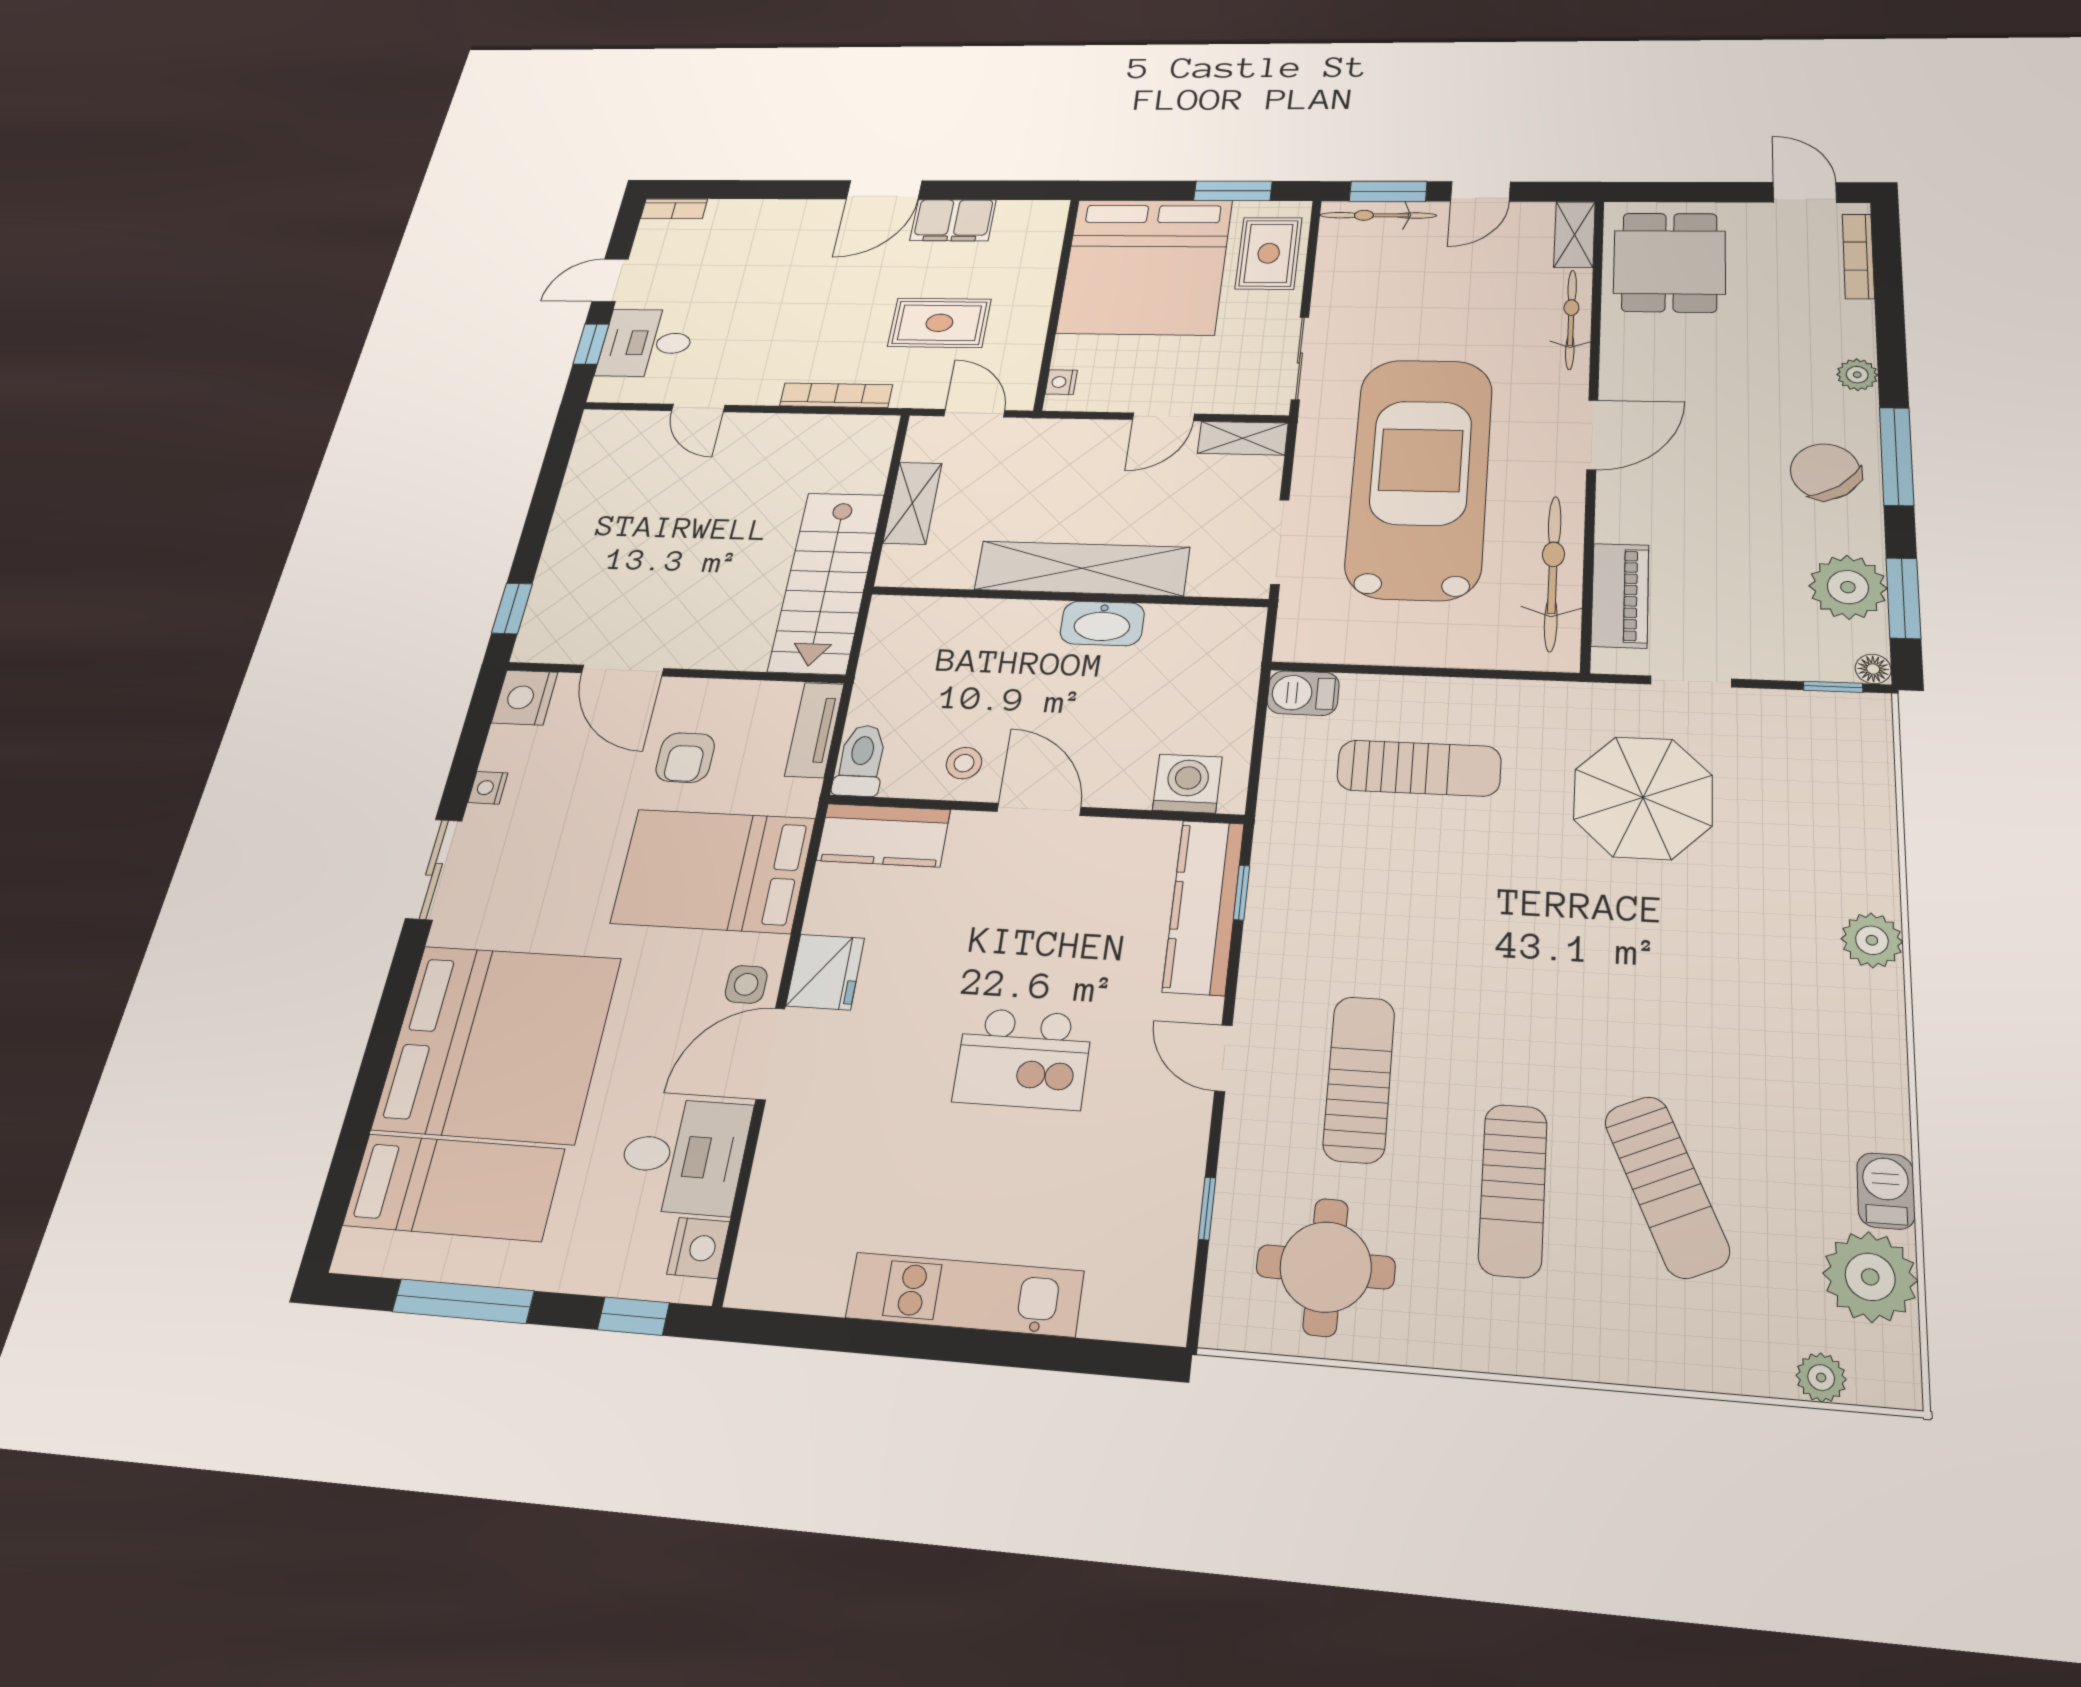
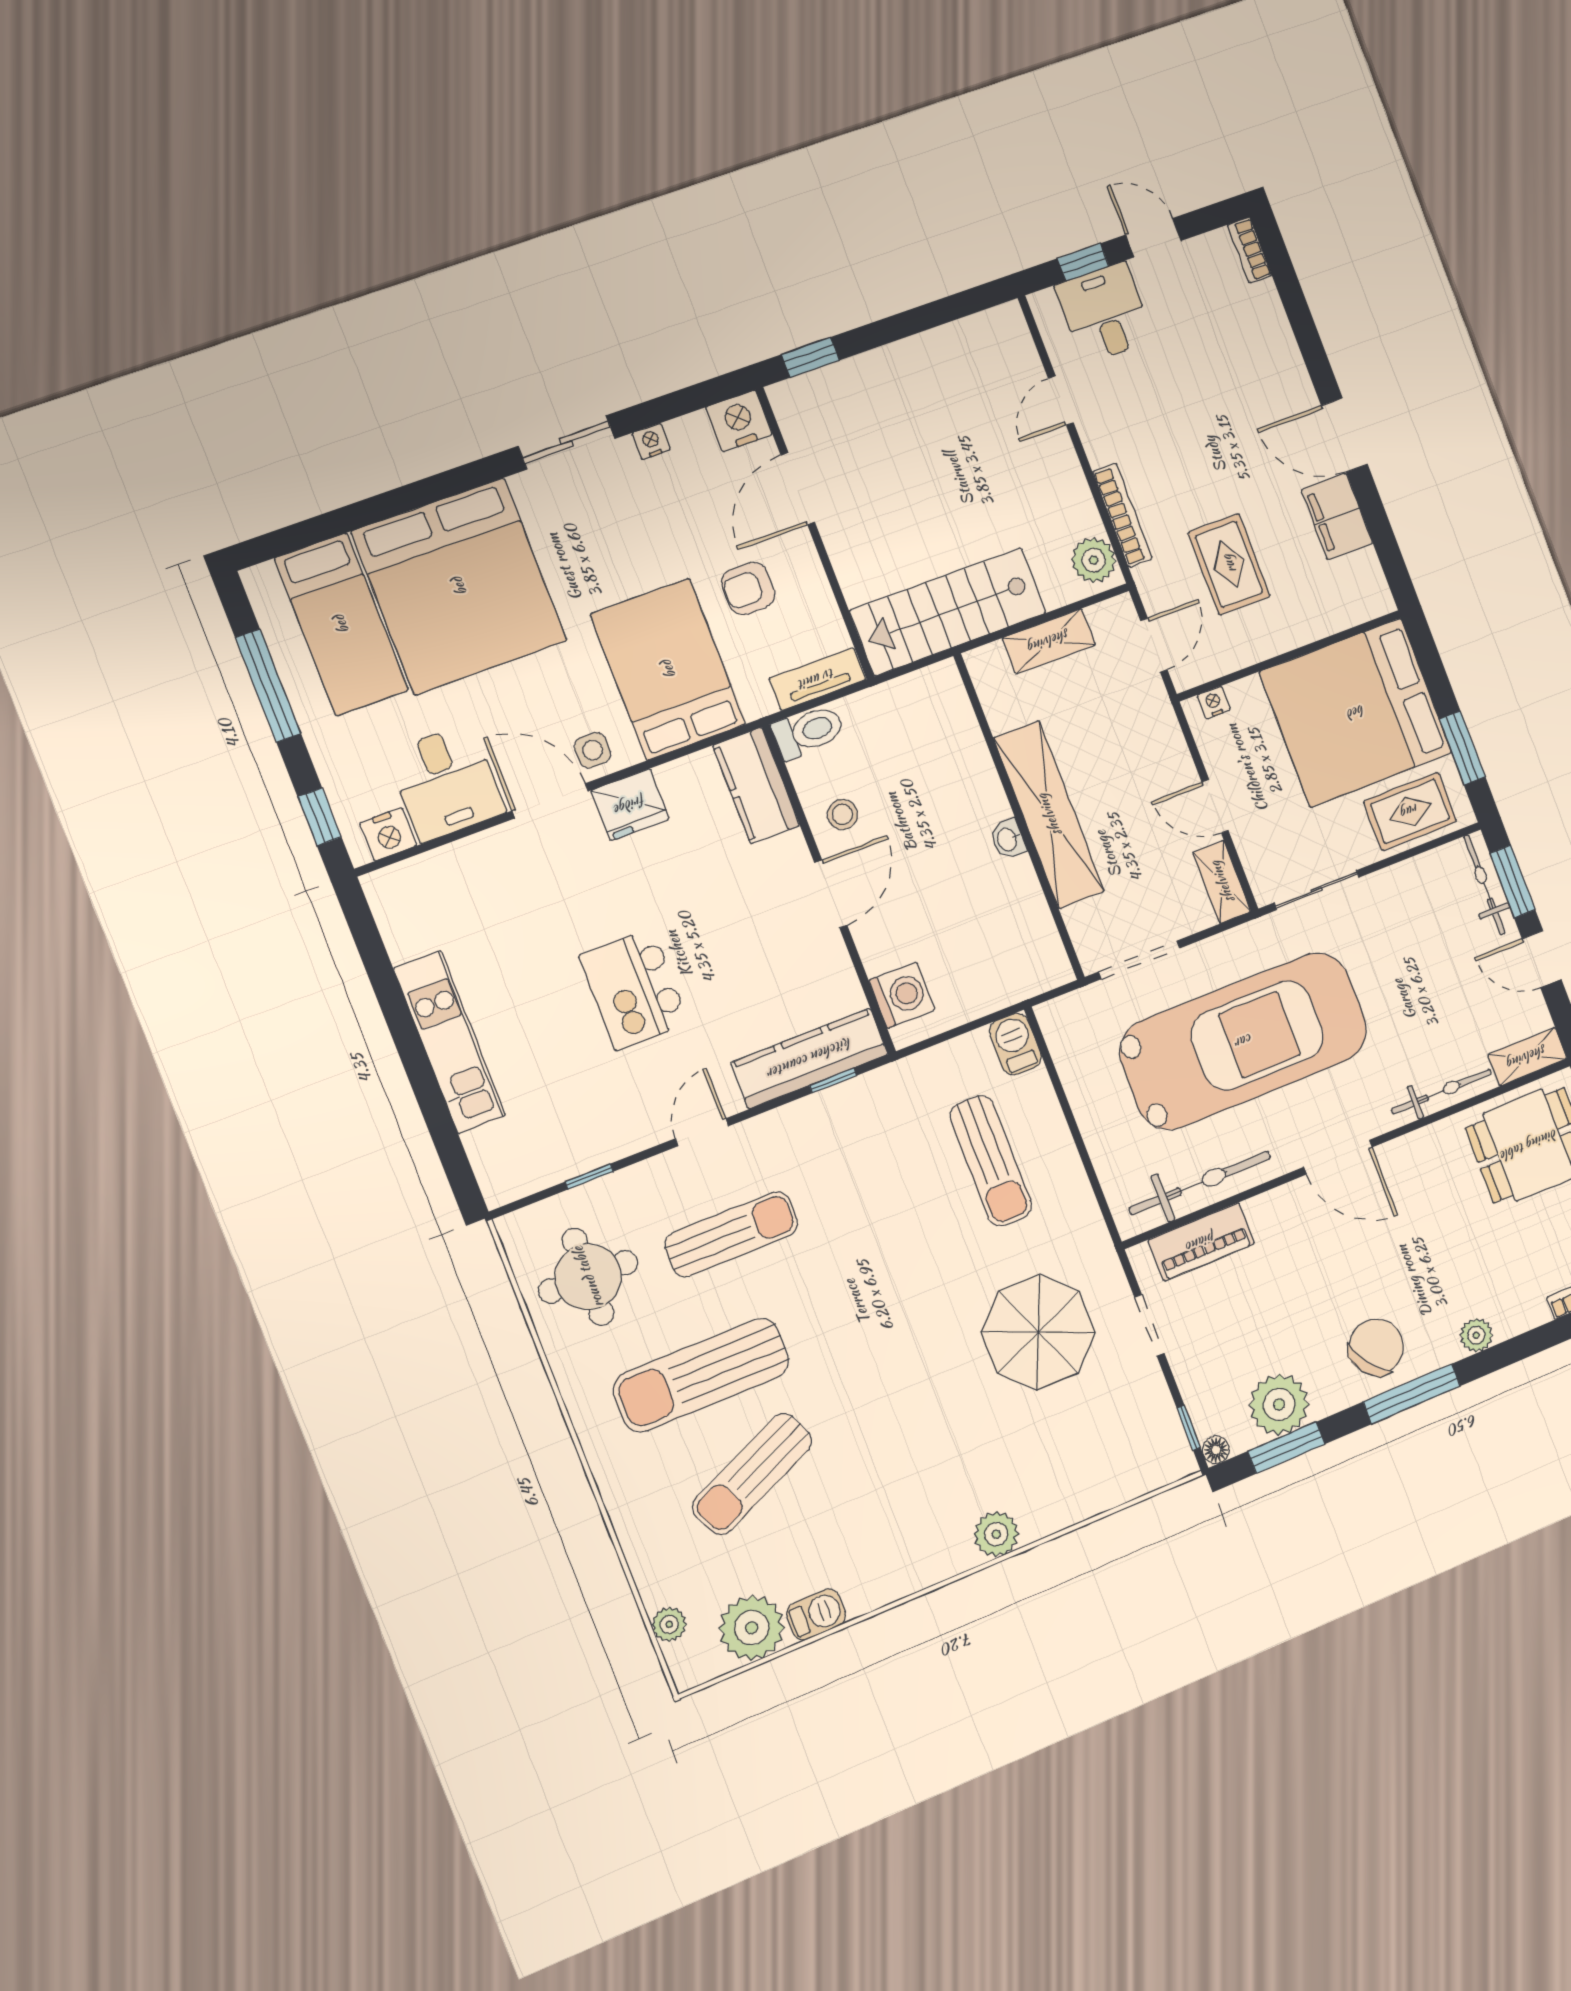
plant: (861, 435) -> (1094, 560), added
washbasin: (1102, 623) -> (1008, 839), width x0.52, depth x0.69
sun lounger: (1513, 1190) -> (701, 1375), width x1.36, depth x1.34

